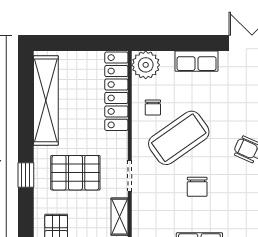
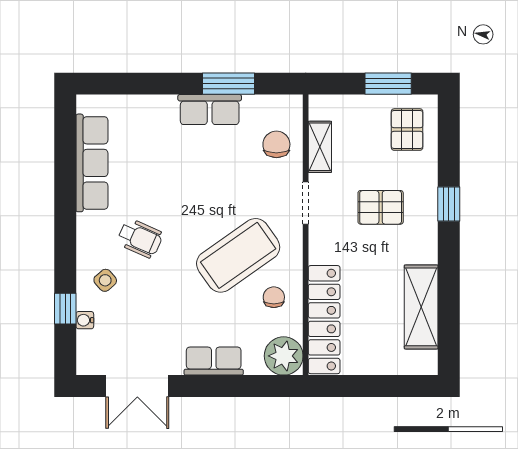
shelving: (46, 100) -> (421, 307), width x0.68
pallet: (75, 173) -> (381, 207), width x0.67, depth x0.71
chair: (197, 187) -> (276, 144), moved

